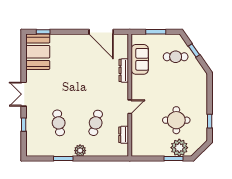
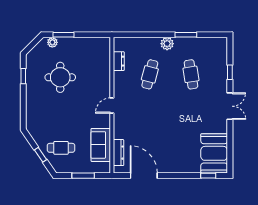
dresser: (124, 70) -> (119, 153), moved
door: (130, 107) -> (112, 106), moved
plant: (179, 148) -> (52, 42), width x0.53, depth x0.53

